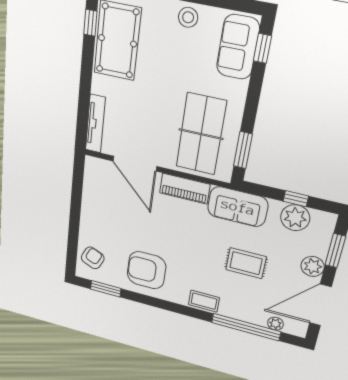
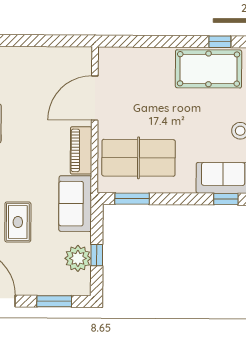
tv unit: (95, 124) -> (126, 55), removed
plant: (313, 266) -> (32, 285), removed

